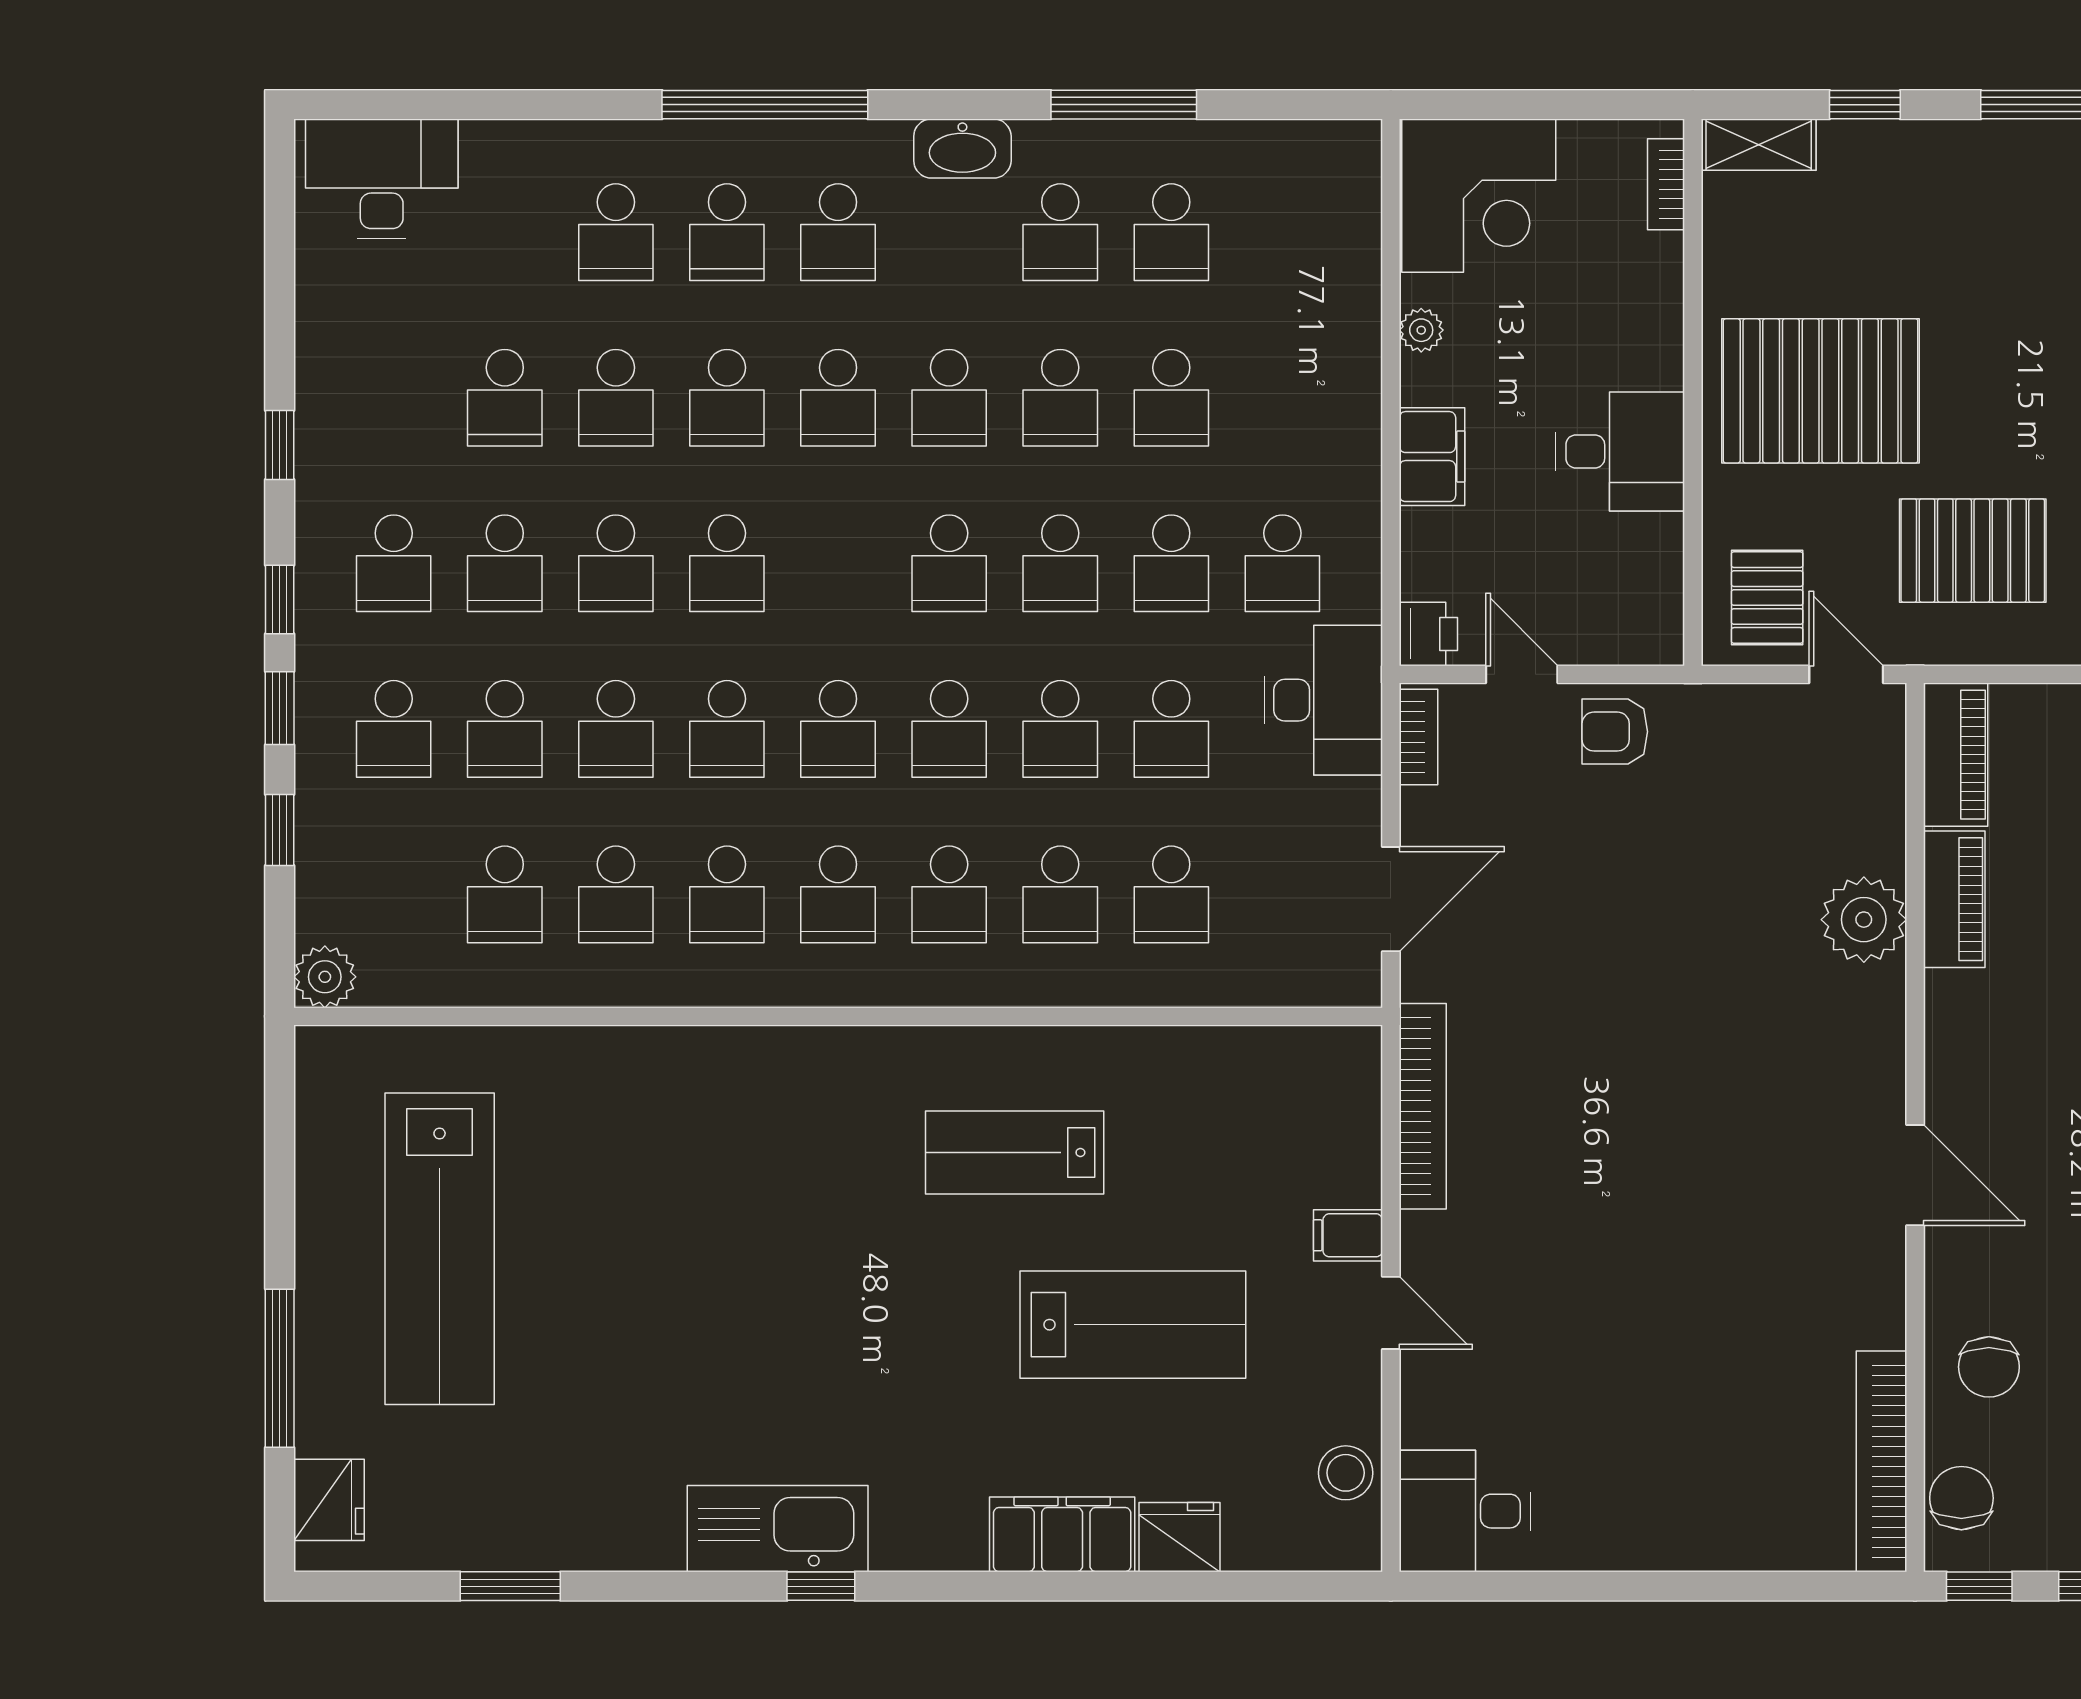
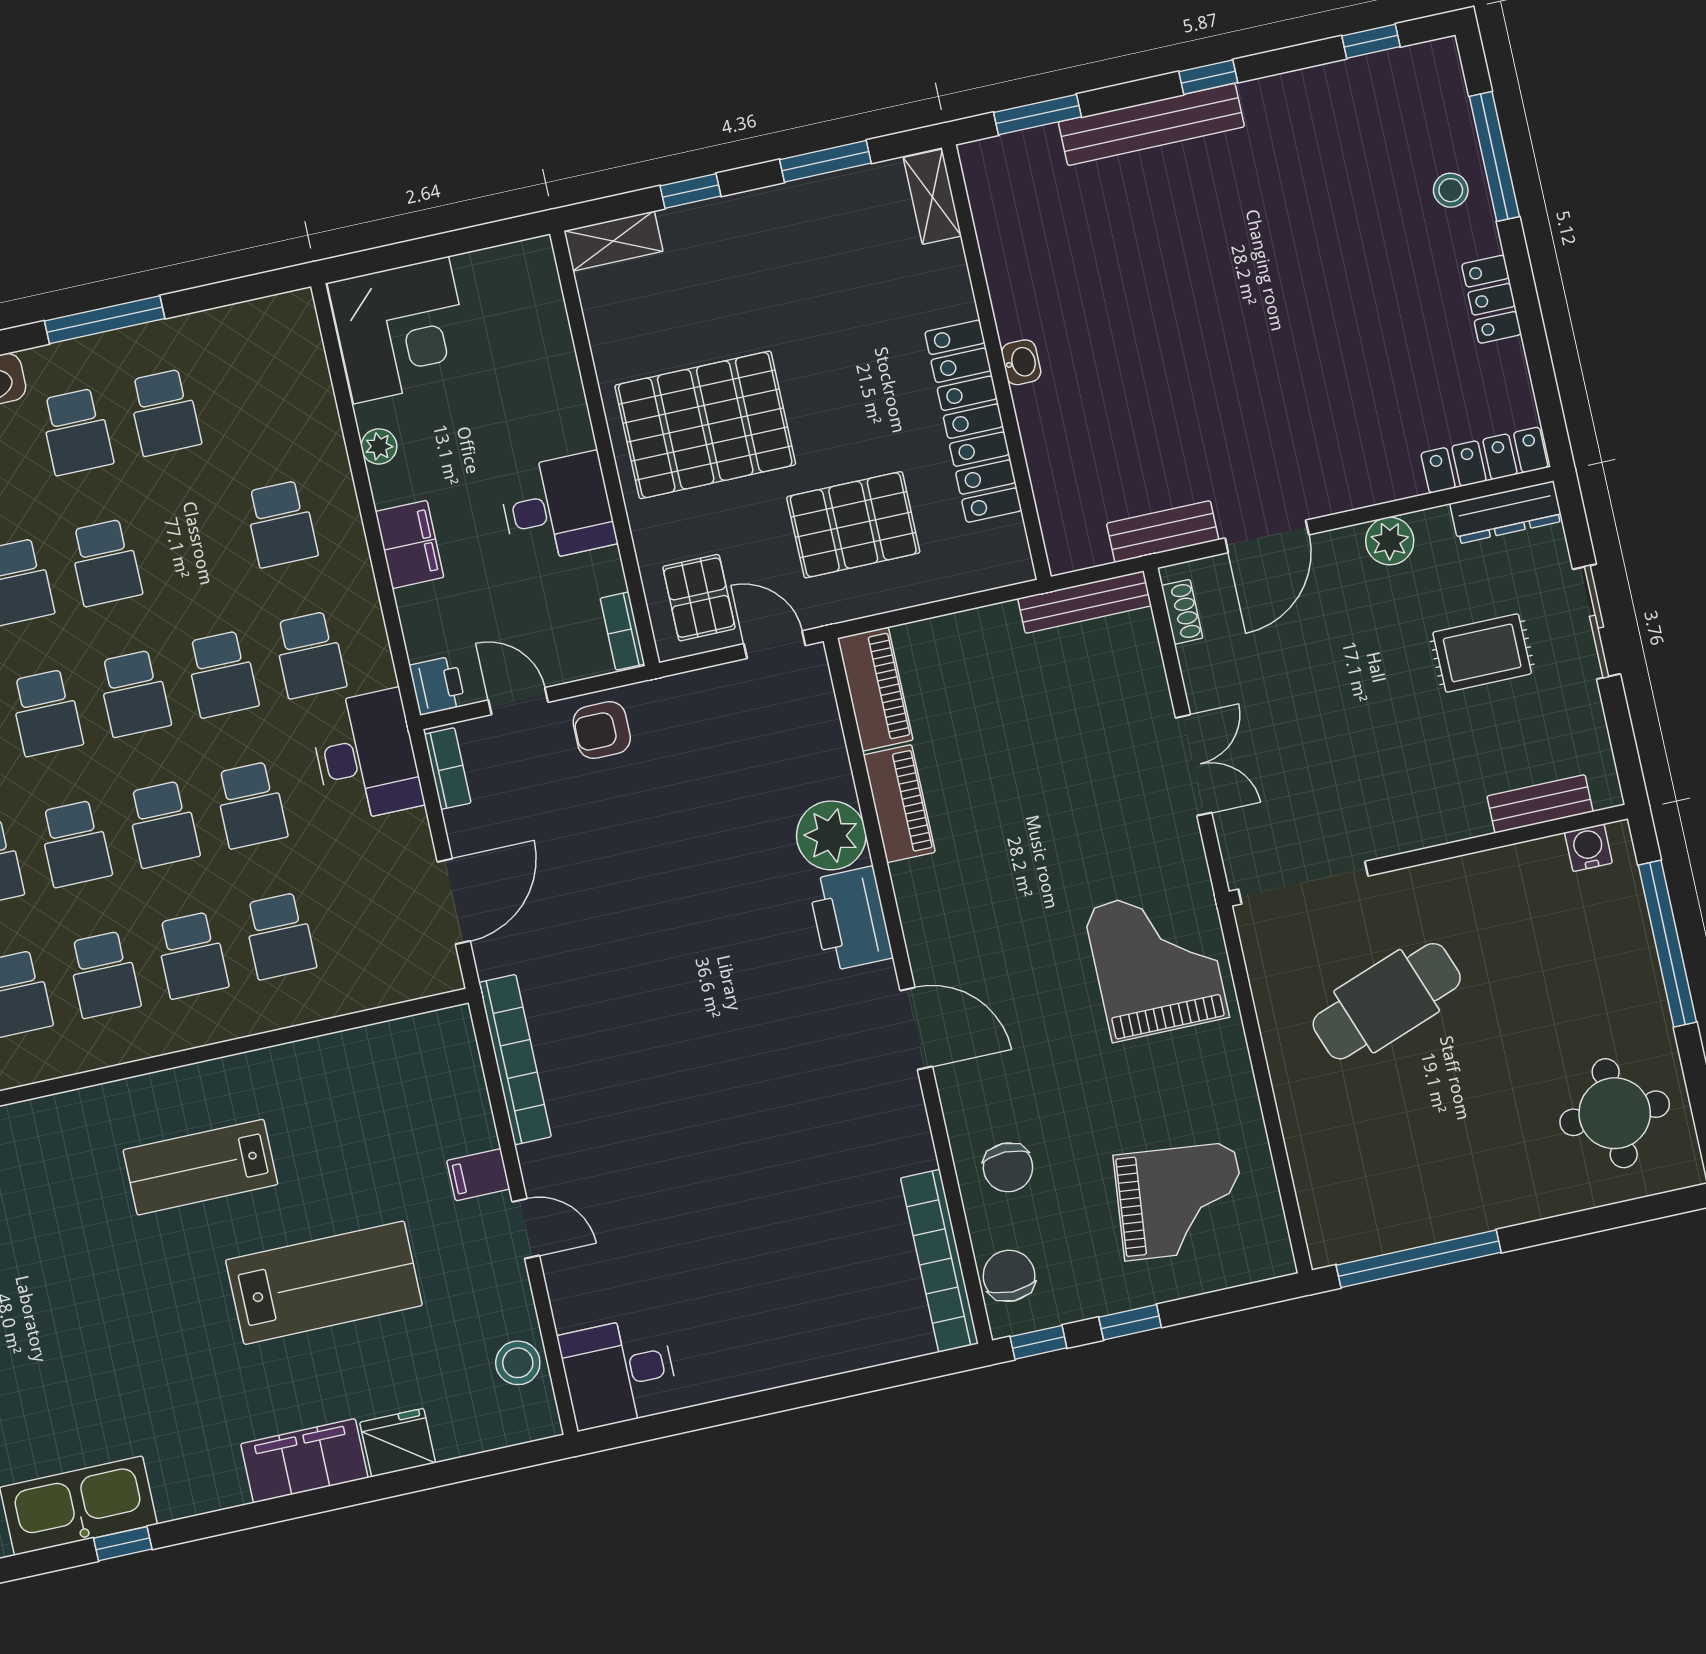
bookcase: (1666, 184) -> (622, 631), moved
school desk: (1171, 398) -> (281, 524), moved
printer: (1865, 1025) -> (850, 919), added

